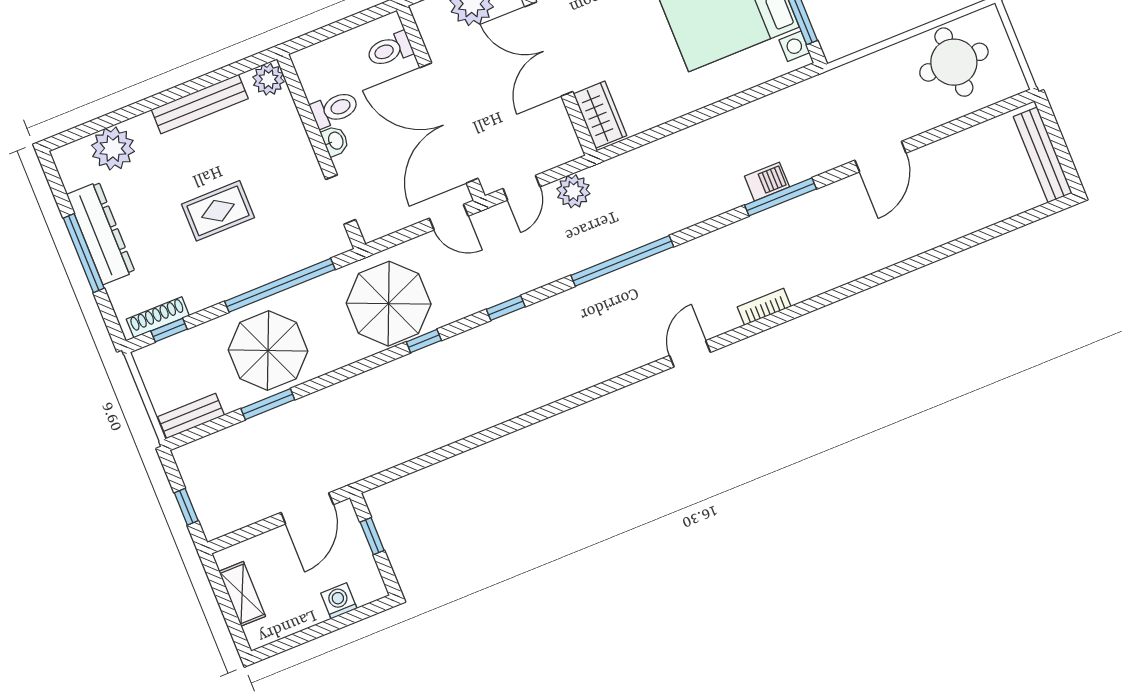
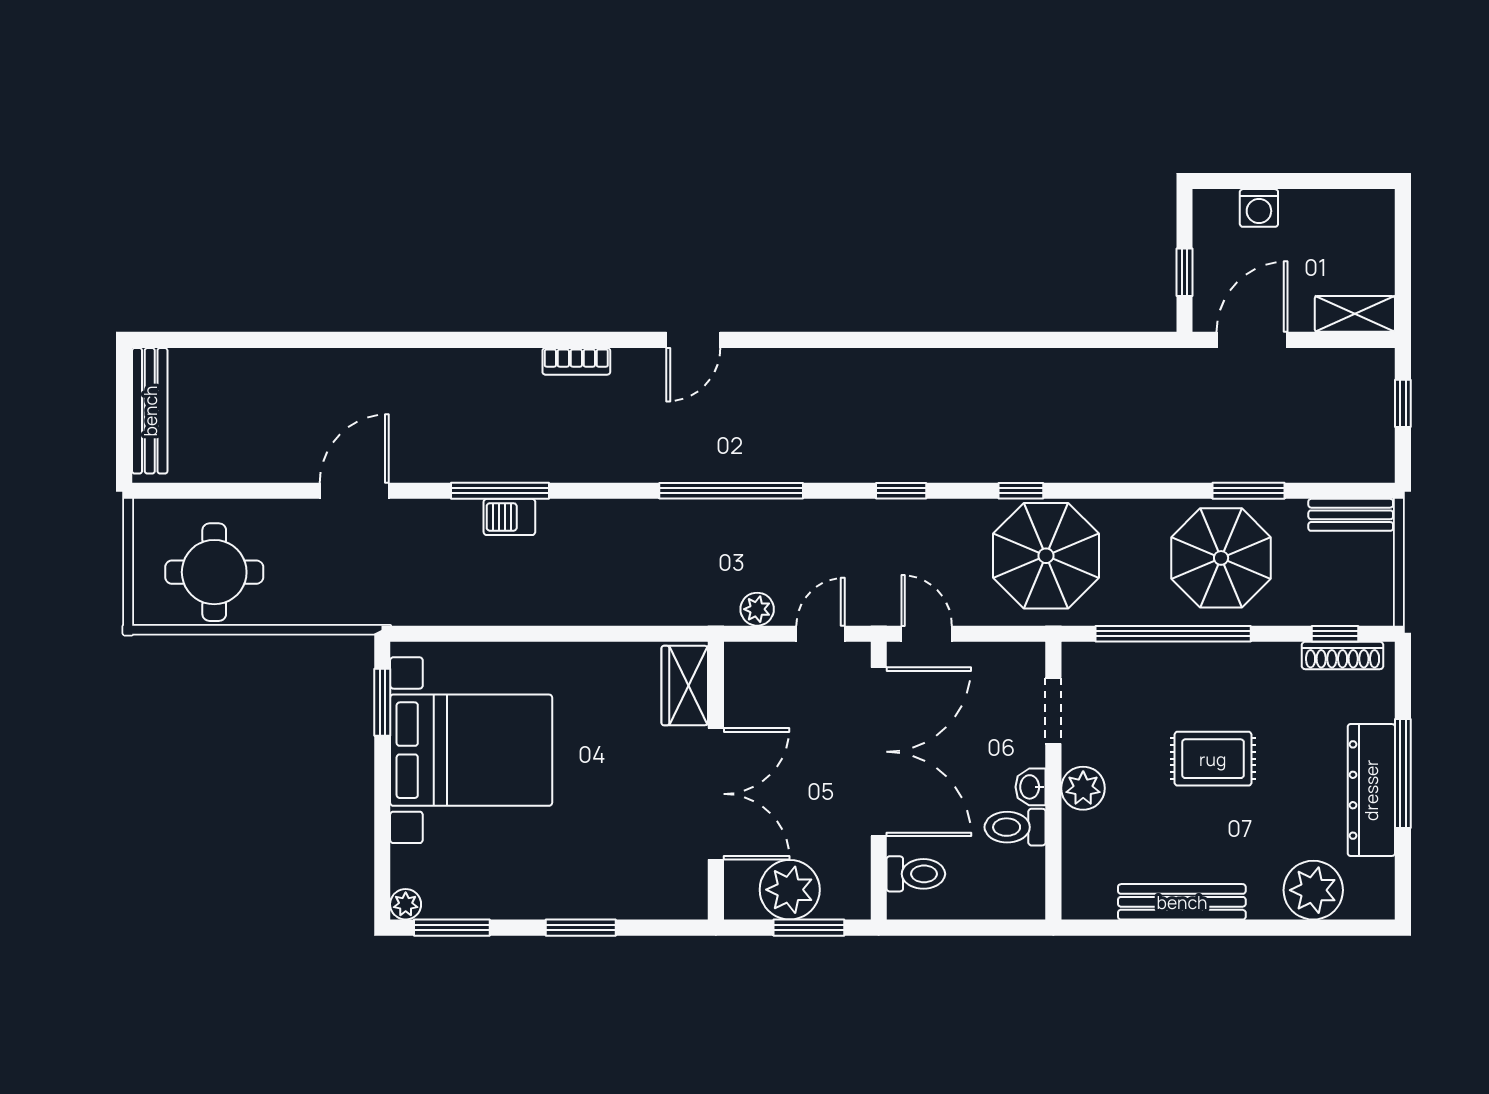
plant: (268, 79) -> (1083, 788), moved
plant: (573, 191) -> (757, 609), width x0.73, depth x0.73
shelving: (242, 594) -> (1355, 314), moved, turned 90

